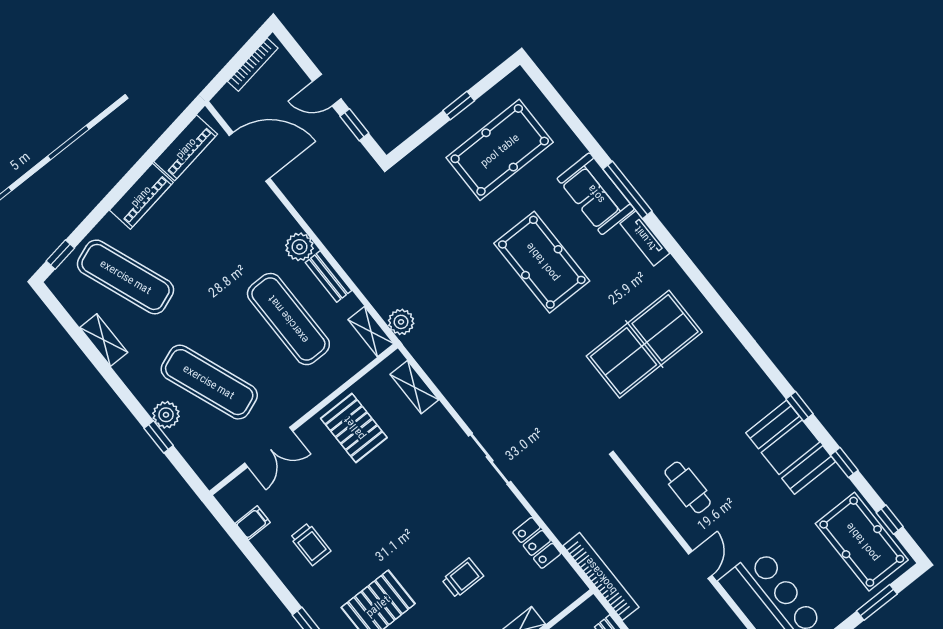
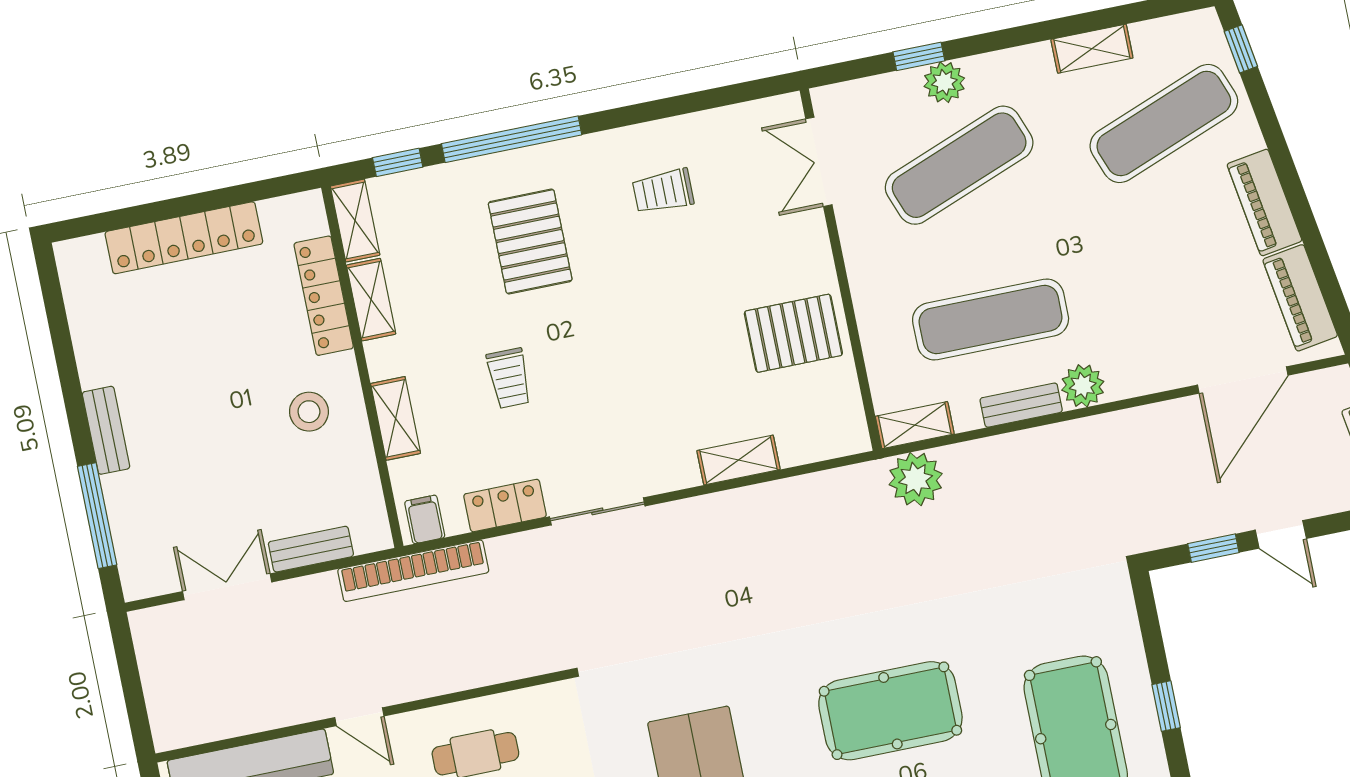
door: (327, 90) -> (1281, 534), swing flipped
plant: (401, 322) -> (916, 479), width x1.36, depth x1.36
shelving: (414, 387) -> (739, 460), moved
double door: (269, 447) -> (819, 162), moved
sliding door: (490, 459) -> (597, 511), moved
filing cabinet: (253, 523) -> (425, 519), moved, turned 180

